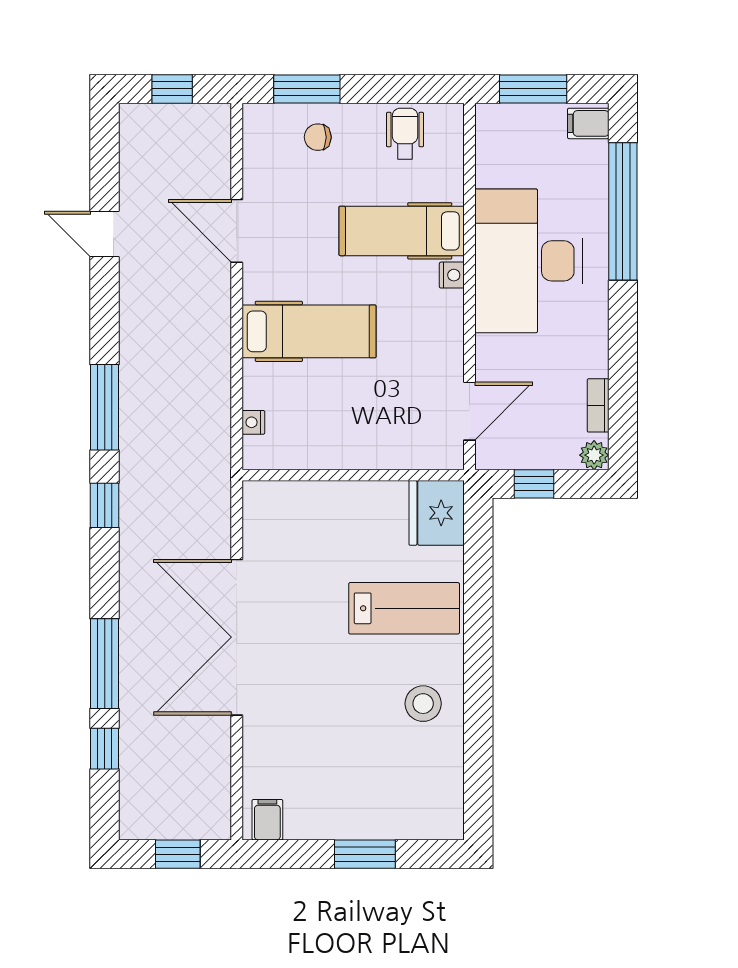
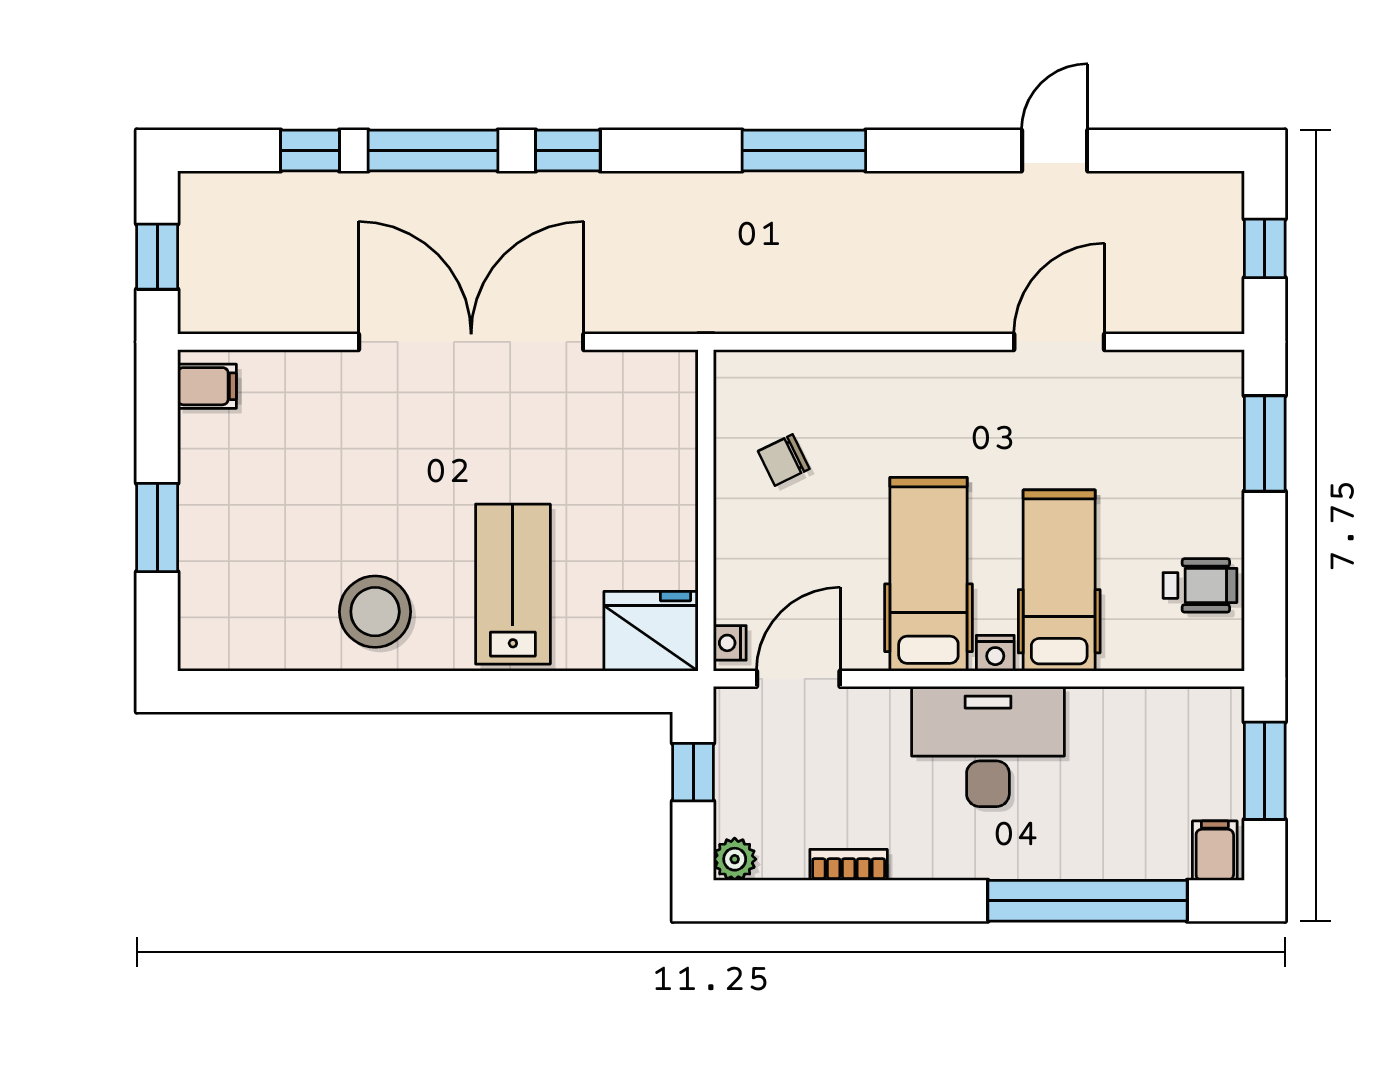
chair: (318, 137) -> (784, 460), moved, turned -116
desk: (529, 261) -> (988, 746), width x0.73, depth x0.77
hospital bed: (309, 331) -> (928, 574), moved, turned 180
bookcase: (598, 405) -> (849, 865), moved
door: (469, 411) -> (798, 679), swing flipped
nightstand: (253, 422) -> (730, 643), moved, turned -90
window: (105, 505) -> (568, 150), moved
lab bench: (404, 608) -> (513, 584), turned 180
stool: (423, 704) -> (375, 612), width x1.38, depth x1.38

